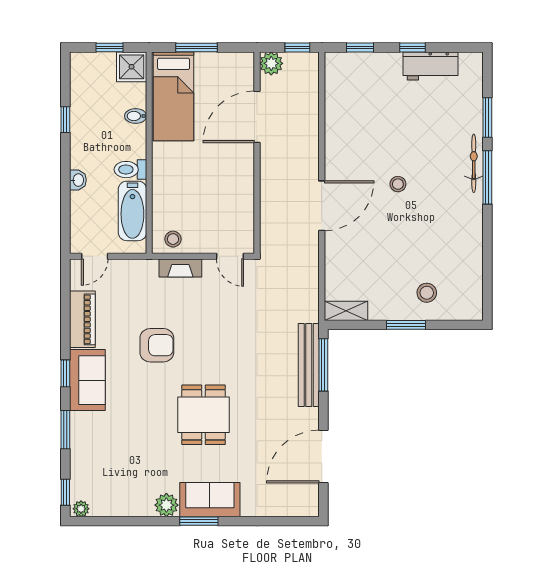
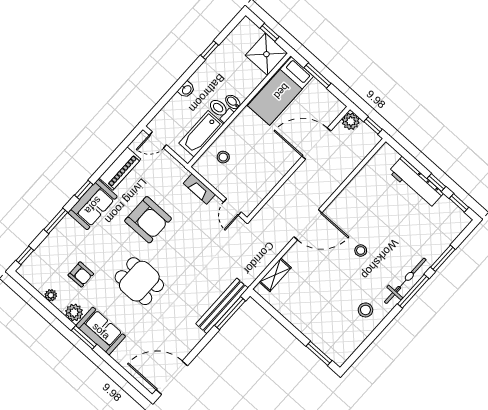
window: (360, 47) -> (459, 203), moved
workbench: (430, 66) -> (416, 182), moved, width x1.38
shower: (132, 67) -> (266, 54), width x1.36, depth x1.36
bidet: (136, 116) -> (233, 102), moved
bicycle: (474, 163) -> (405, 281), width x1.37, depth x1.40
stool: (173, 239) -> (223, 157), moved
stool: (427, 293) -> (365, 310), moved
shelving: (346, 311) -> (275, 275), moved, turned 90
window: (406, 325) -> (319, 353), moved
armchair: (157, 345) -> (148, 220), width x1.36, depth x1.36
dining table: (204, 415) -> (139, 281), turned 90
door: (323, 457) -> (172, 378), moved
armchair: (139, 461) -> (81, 274), added
plant: (81, 509) -> (51, 295), moved

